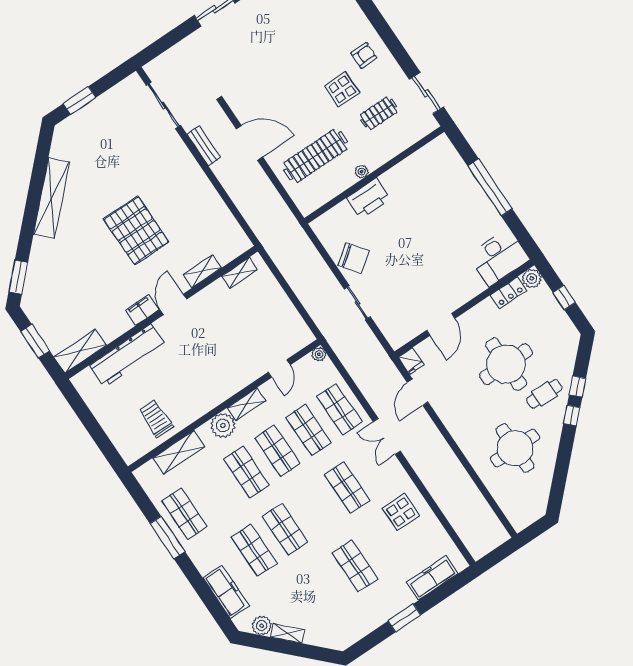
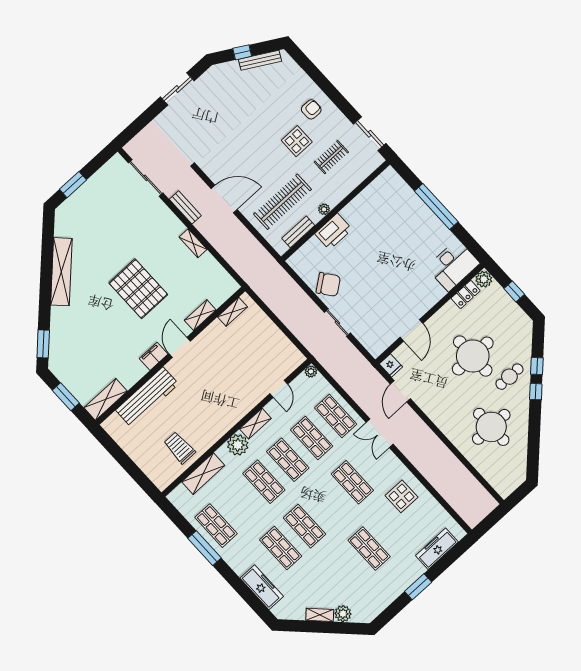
shelving: (206, 188) -> (193, 243), added
bench: (328, 193) -> (298, 232), added
plant: (262, 626) -> (343, 614), moved

